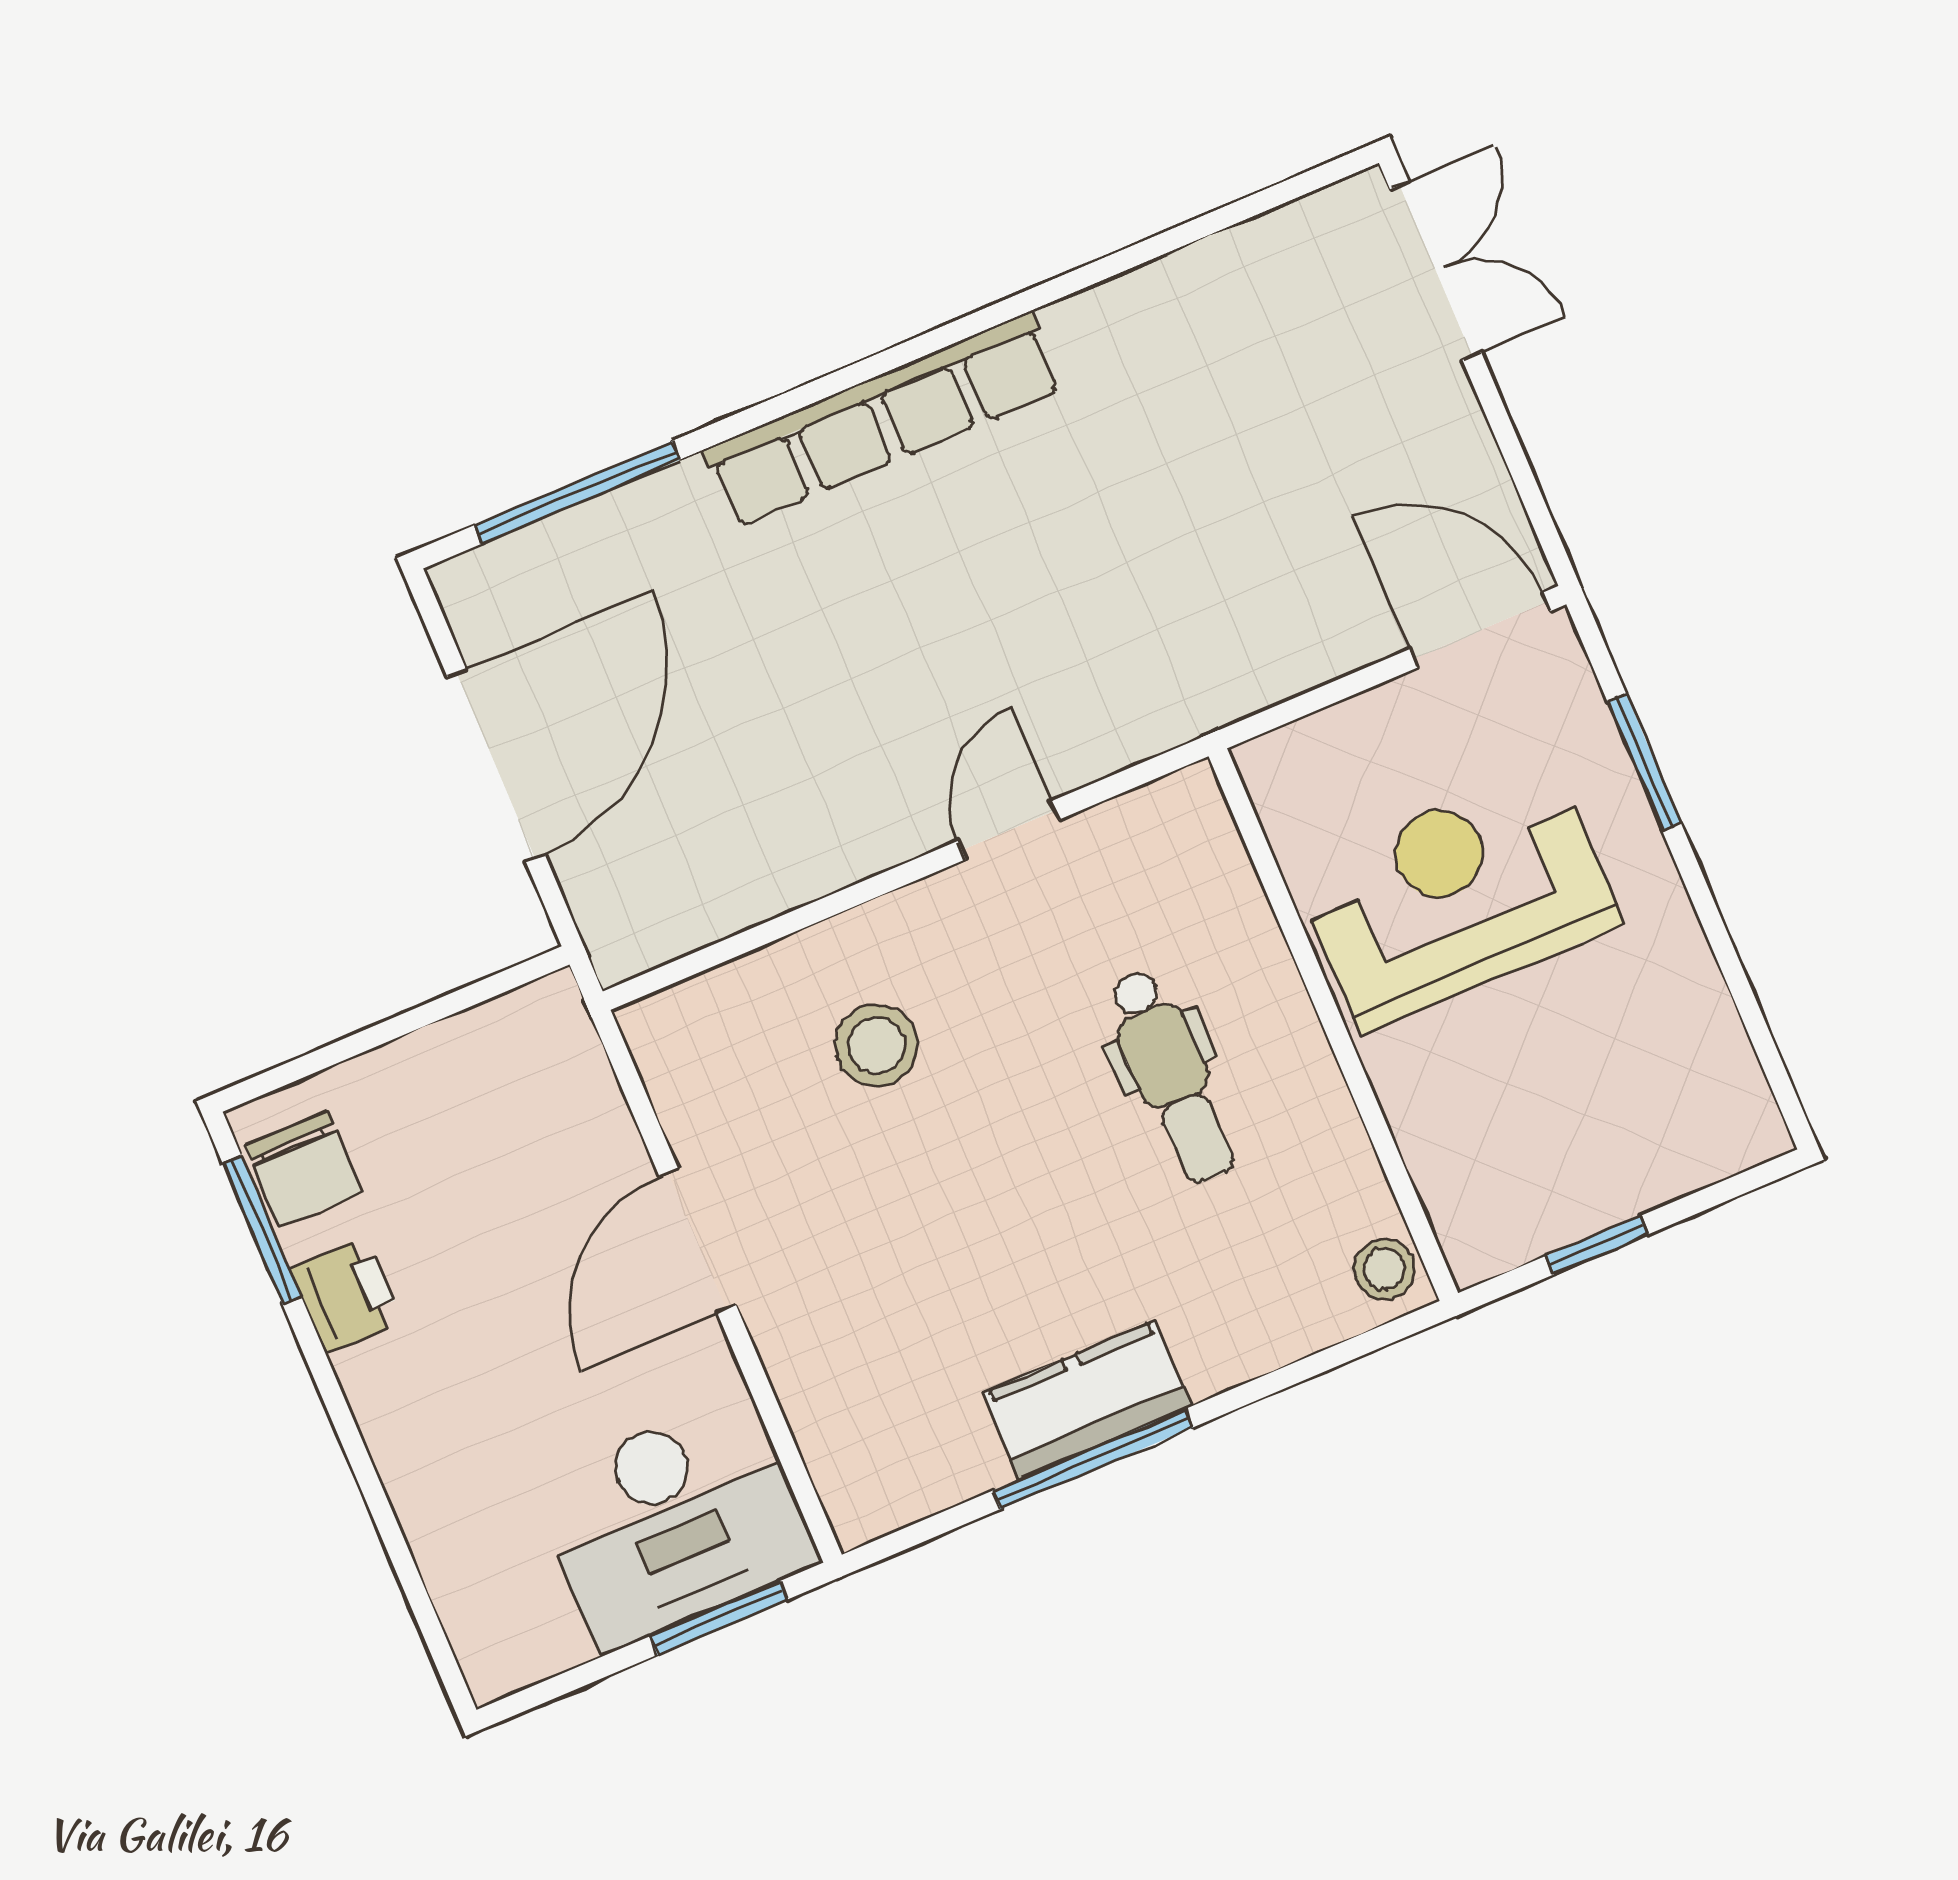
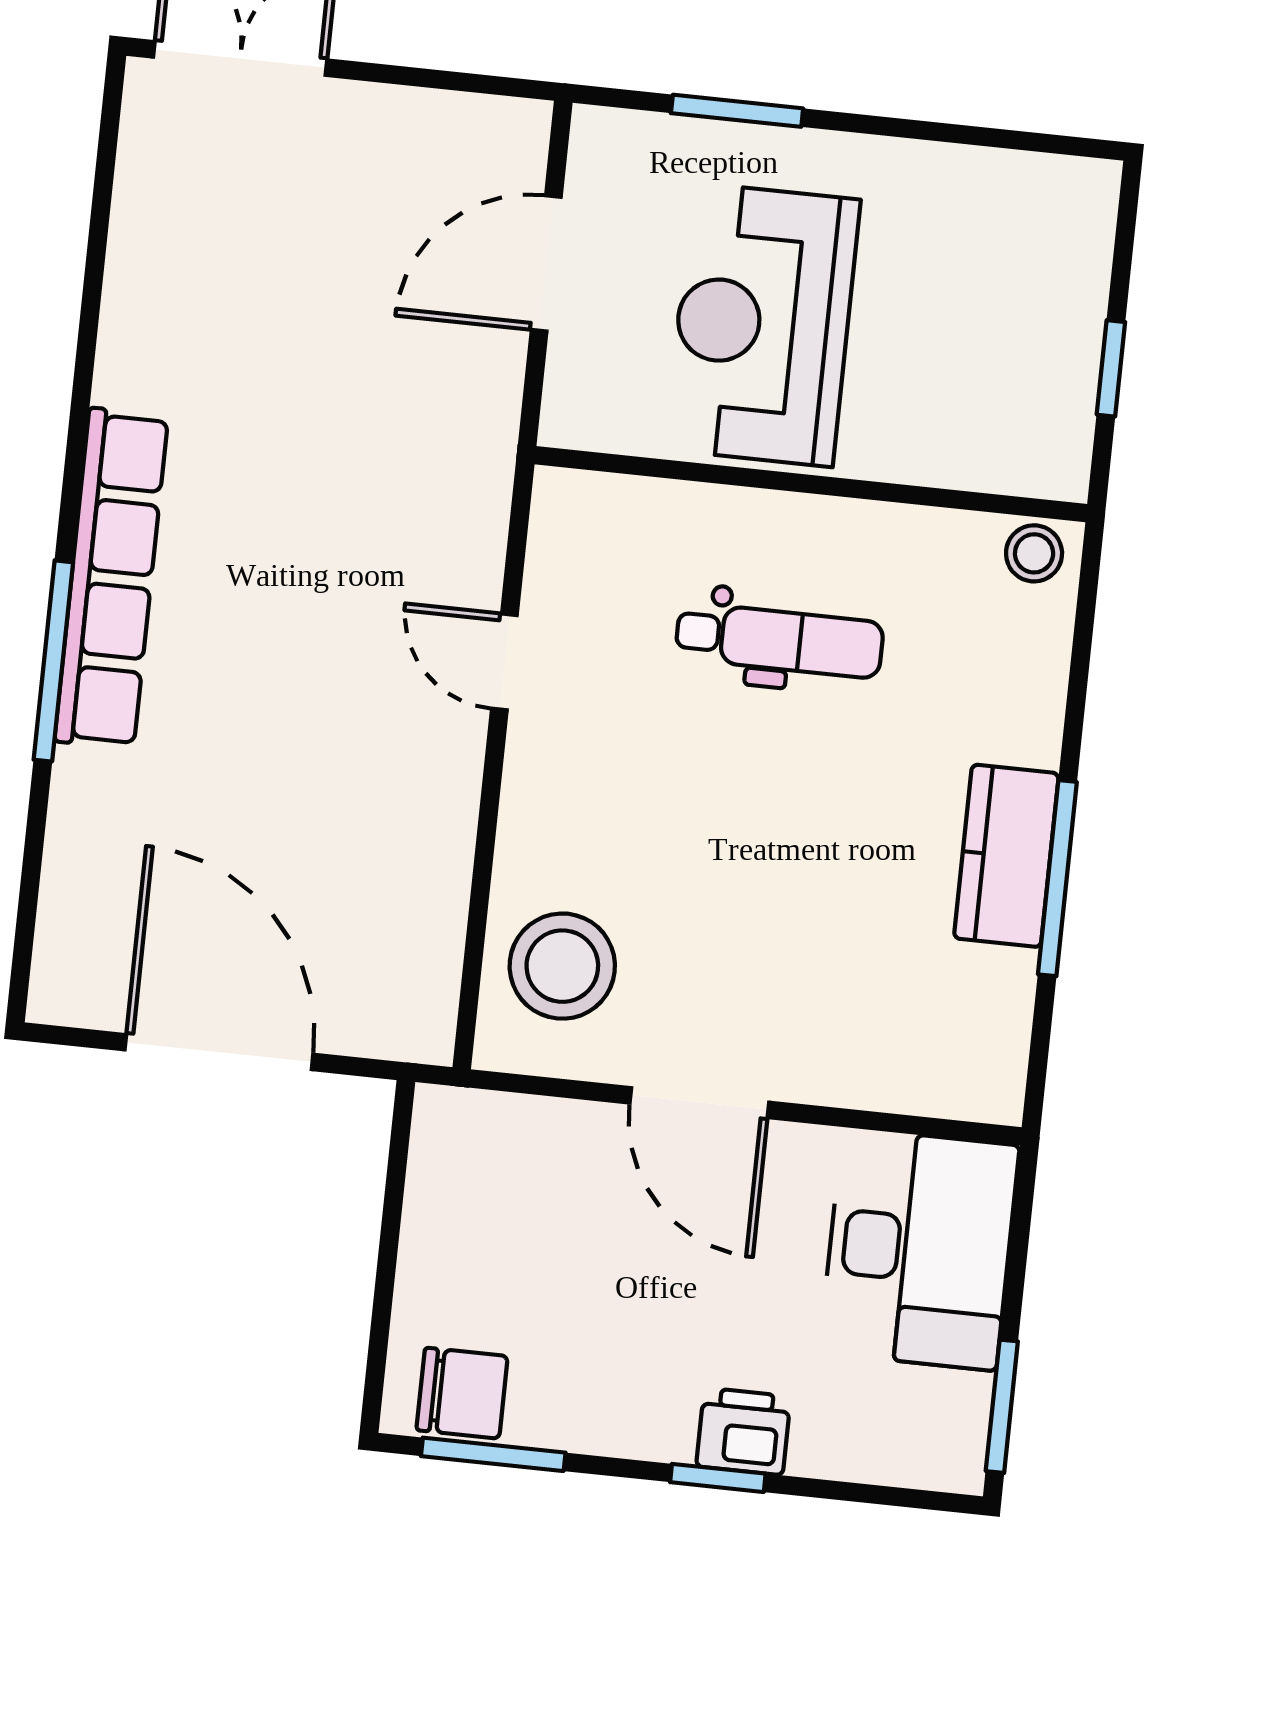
window: (577, 492) -> (53, 661), moved
door: (1480, 630) -> (546, 263), moved
stool: (876, 1046) -> (562, 966), moved, width x1.38, depth x1.38
printer: (346, 1295) -> (743, 1431), moved
window: (356, 1453) -> (718, 1478), added
window: (719, 1618) -> (1002, 1406), moved

